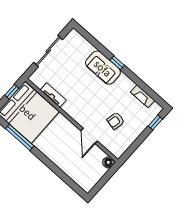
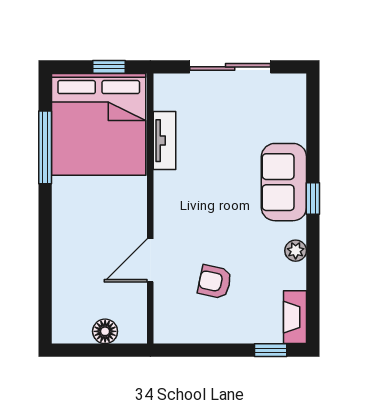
plant: (129, 84) -> (296, 251), added
fireplace: (143, 96) -> (295, 317), moved
floor lamp: (108, 162) -> (105, 331), moved

